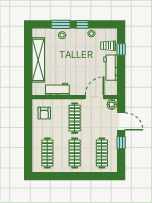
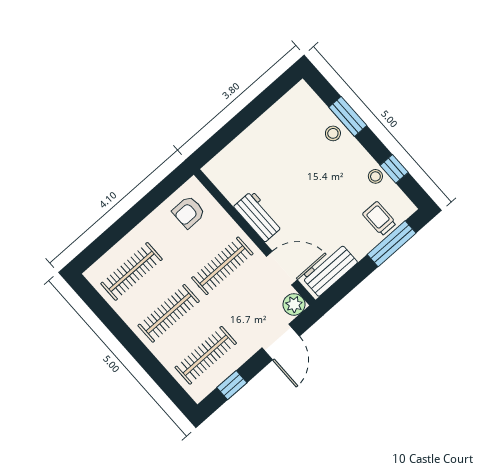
window: (82, 24) -> (394, 169), moved
window: (121, 49) -> (392, 244), width x2.17
shelving: (38, 60) -> (262, 130), removed
workbench: (111, 68) -> (329, 270), moved
workbench: (57, 89) -> (258, 216), moved
window: (121, 143) -> (232, 385), moved

